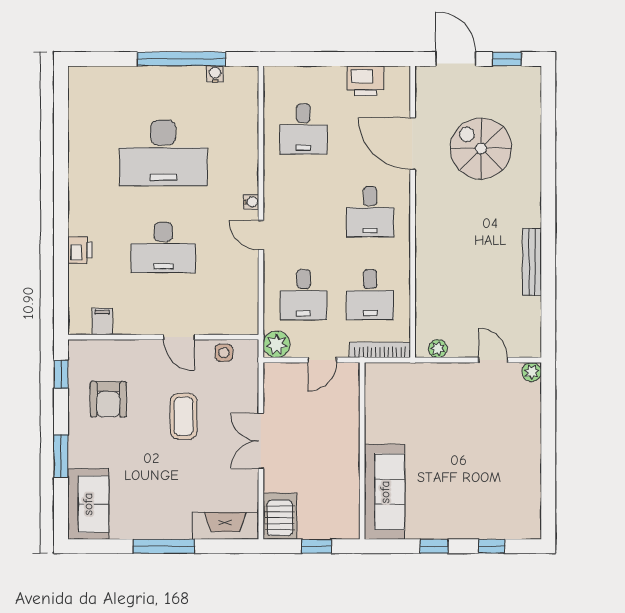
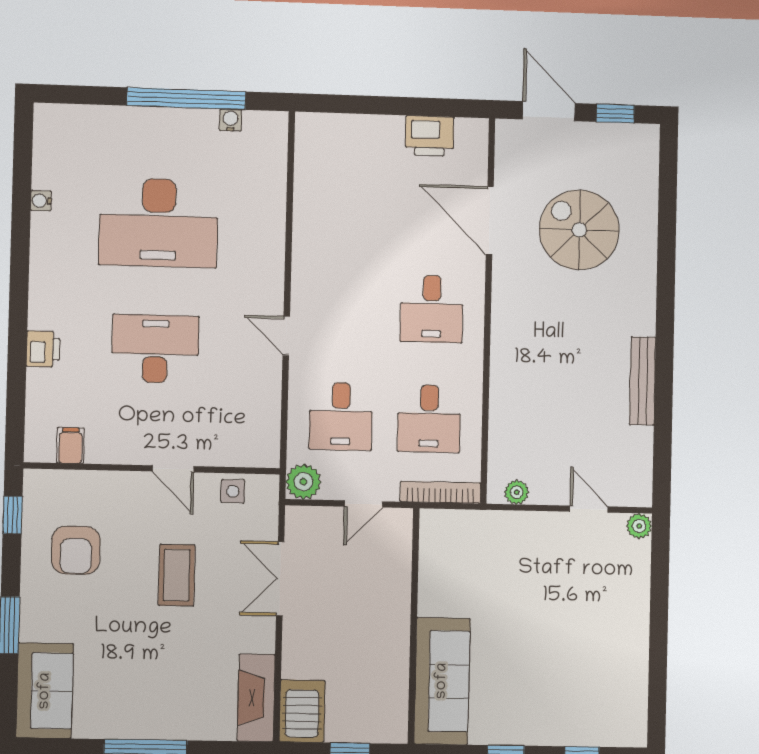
desk: (303, 129) -> (346, 197), removed
water cooler: (251, 202) -> (41, 201), moved, turned 180
desk: (163, 248) -> (155, 349), turned 180
double door: (261, 441) -> (280, 579), moved
fireplace: (225, 526) -> (256, 698), moved, turned -90

